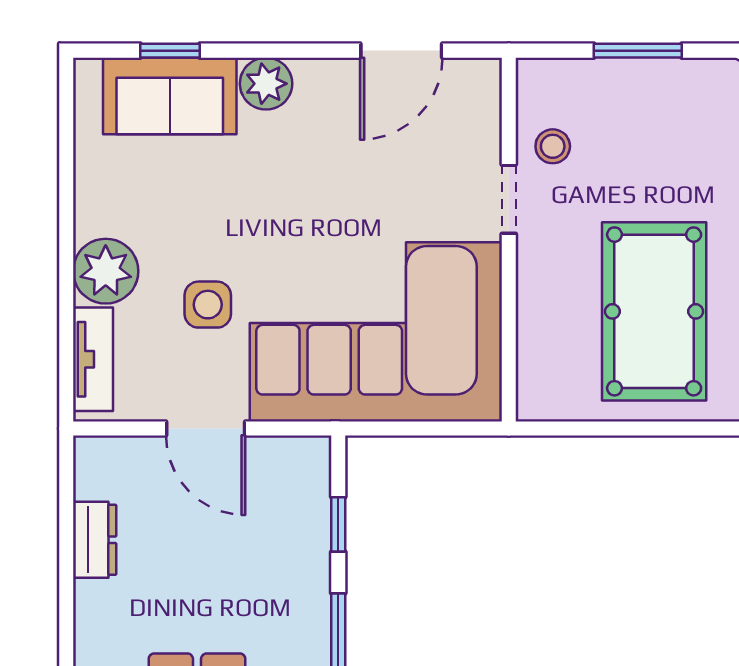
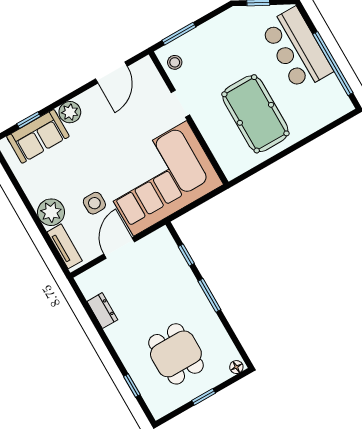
window: (638, 51) -> (179, 34), moved
stool: (553, 146) -> (175, 62), moved
door: (206, 429) -> (119, 248), swing flipped

